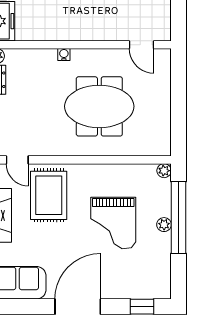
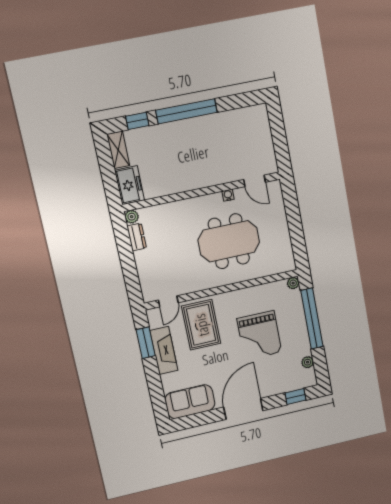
water cooler: (64, 55) -> (228, 195), moved
door: (17, 160) -> (168, 301), hinge flipped
plant: (164, 225) -> (308, 362), moved

